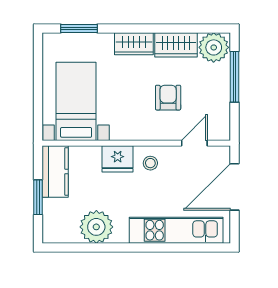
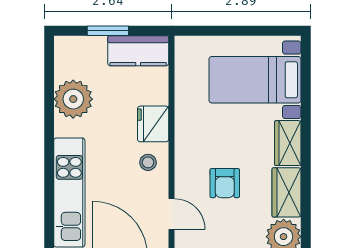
window: (79, 28) -> (306, 79), removed
armchair: (168, 98) -> (225, 183), turned 90
bed with nightstands: (76, 101) -> (255, 80), moved, turned 180

